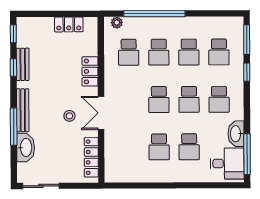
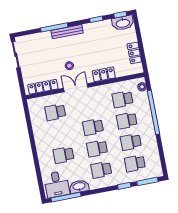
bench: (23, 64) -> (100, 26), removed
school desk: (159, 147) -> (55, 112), moved
washbasin: (26, 148) -> (123, 23), moved

